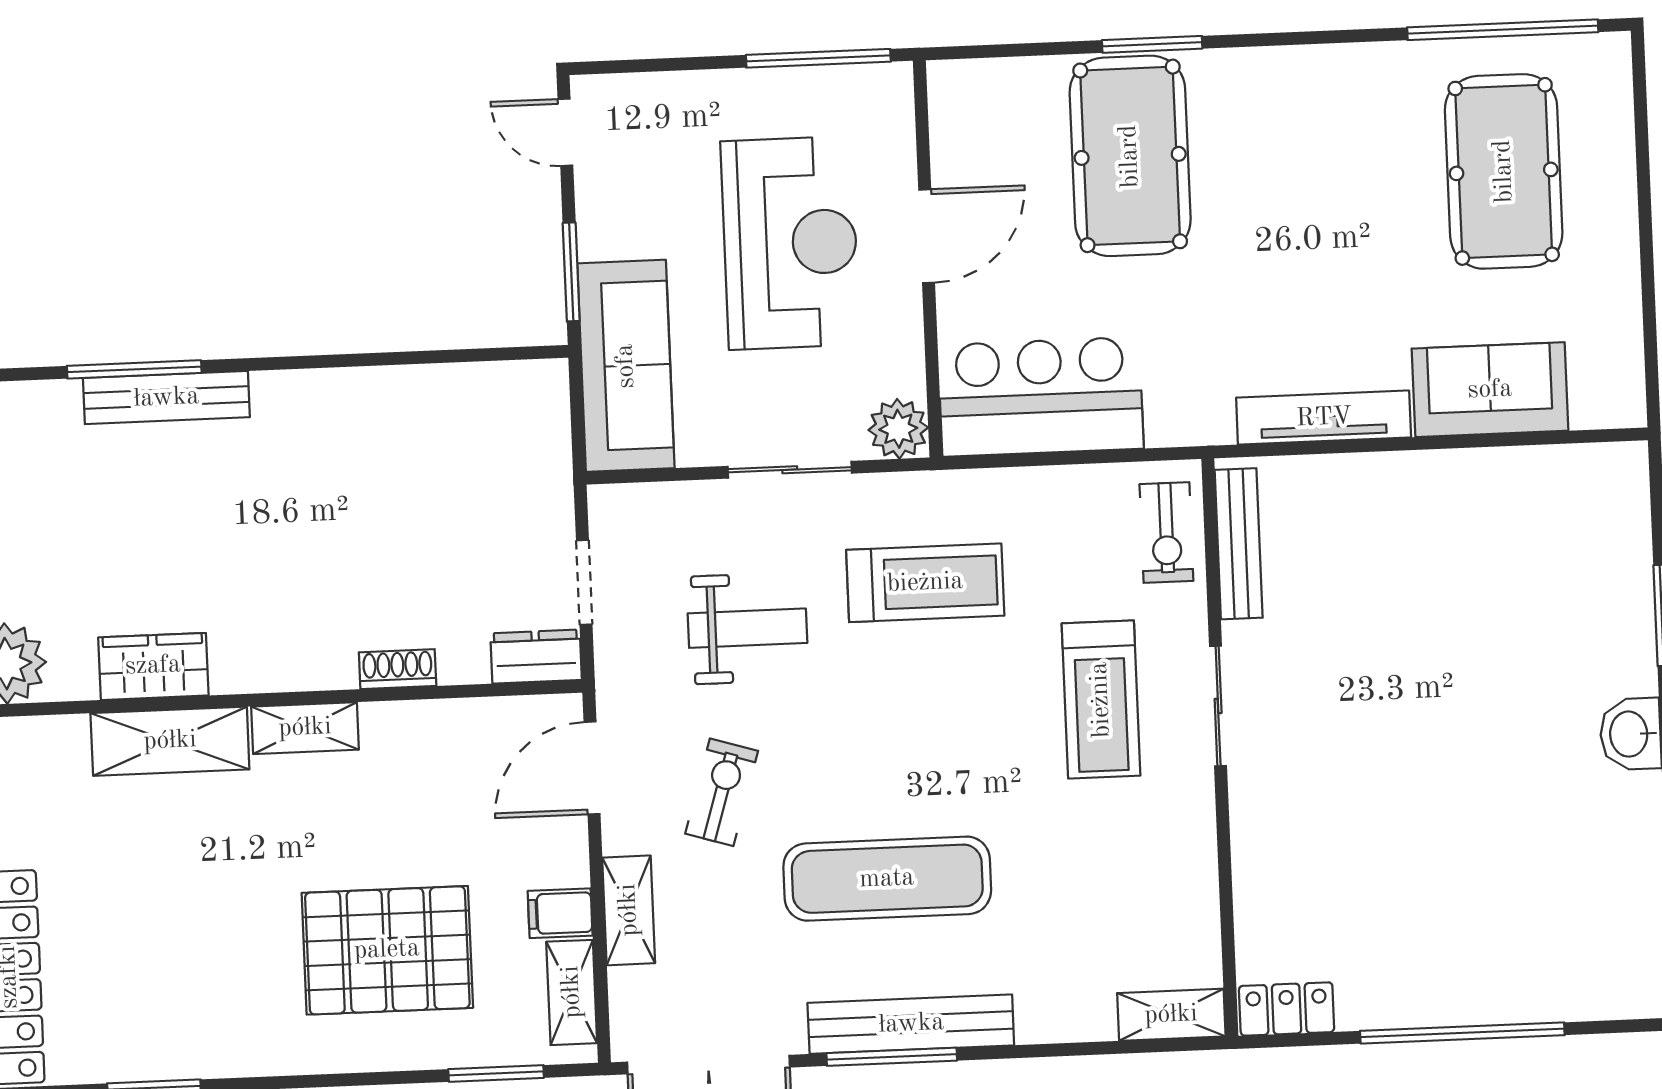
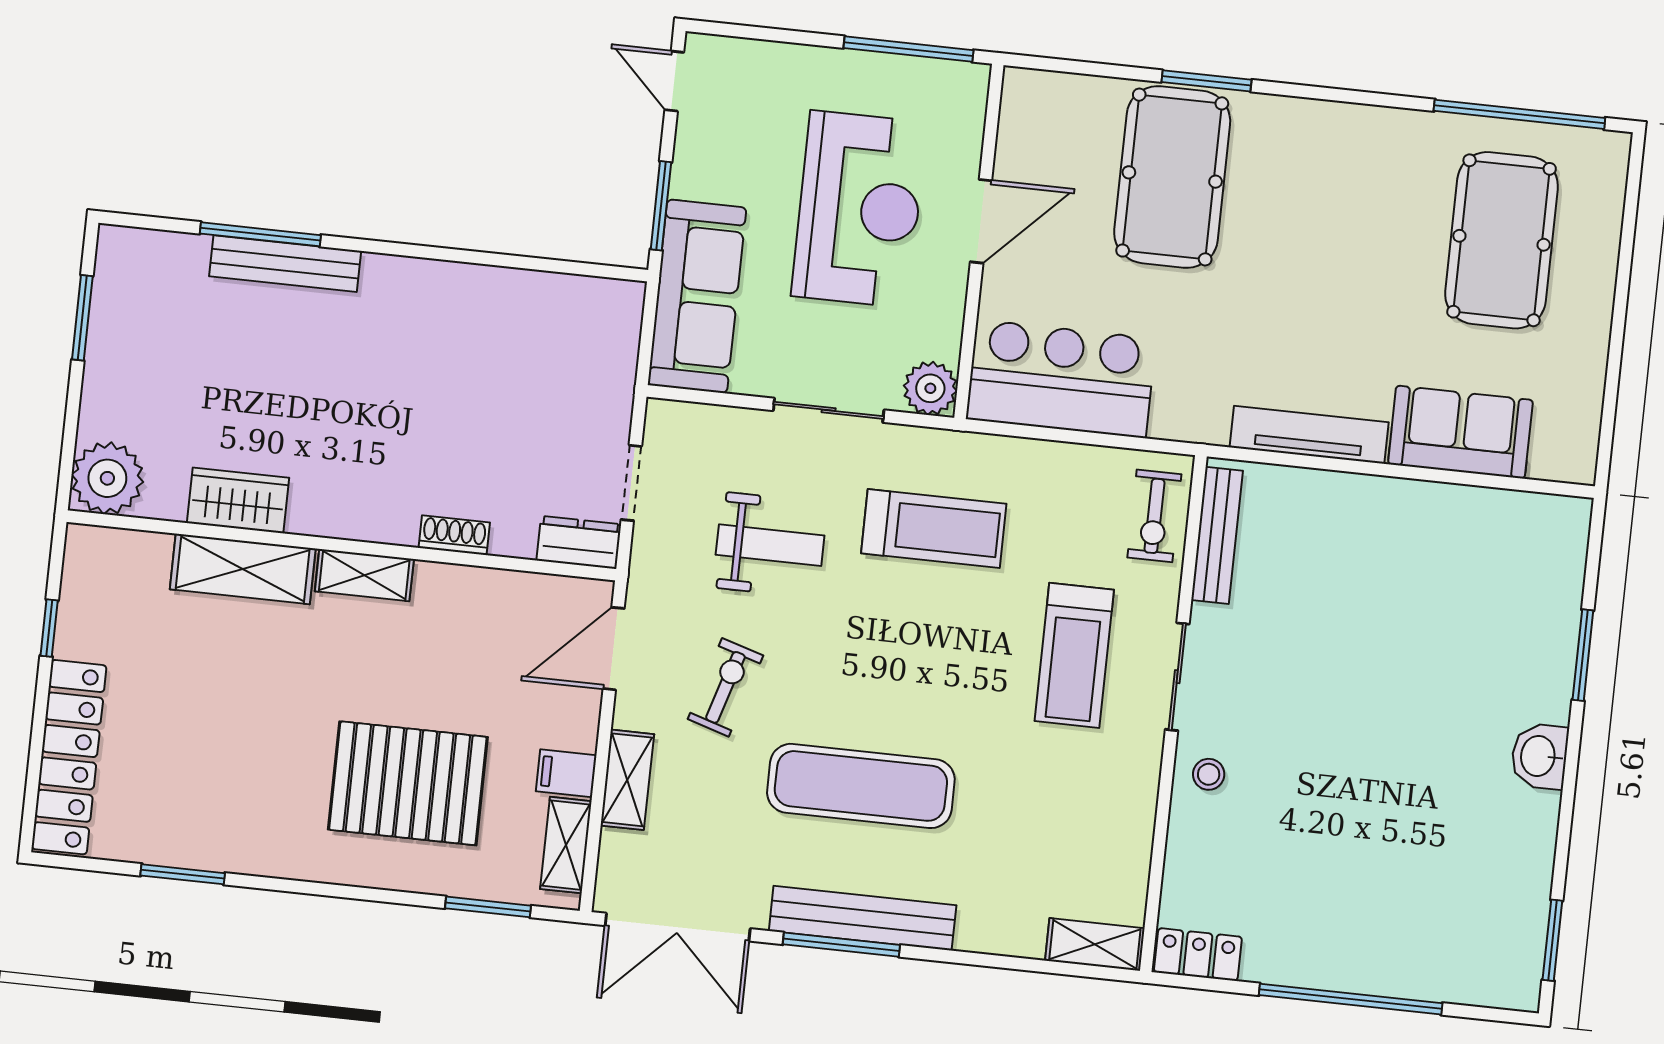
stool: (1269, 808) -> (1209, 774), added

